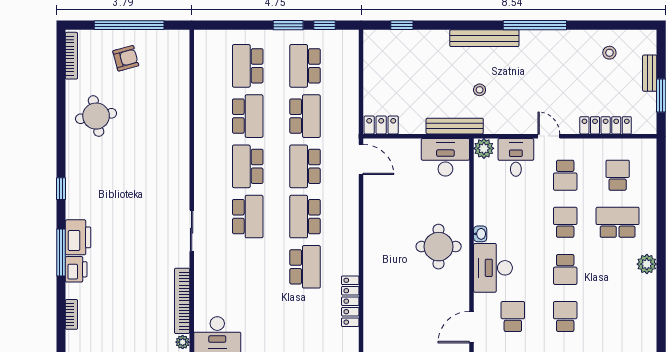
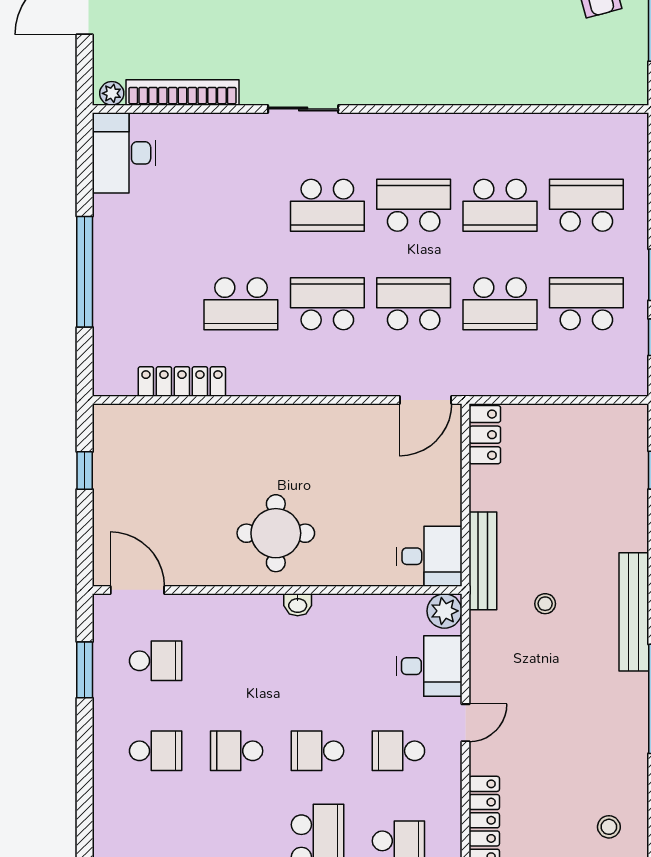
desk: (445, 157) -> (429, 556), width x0.73
school desk: (565, 222) -> (318, 751), turned 180
desk: (493, 268) -> (239, 627), removed

